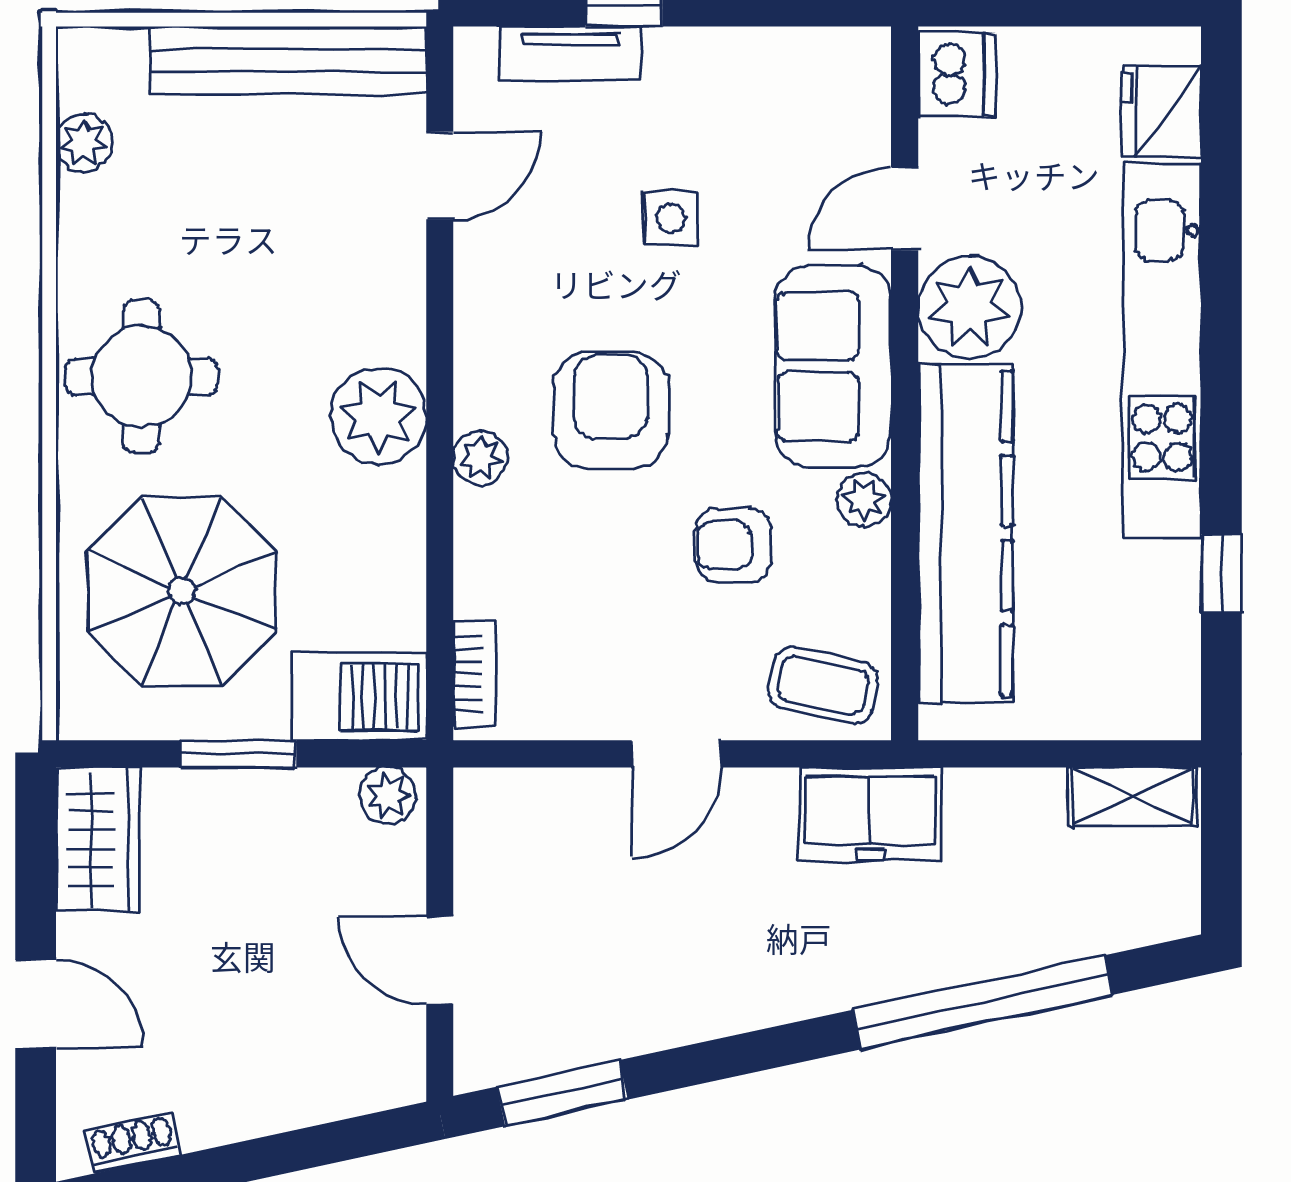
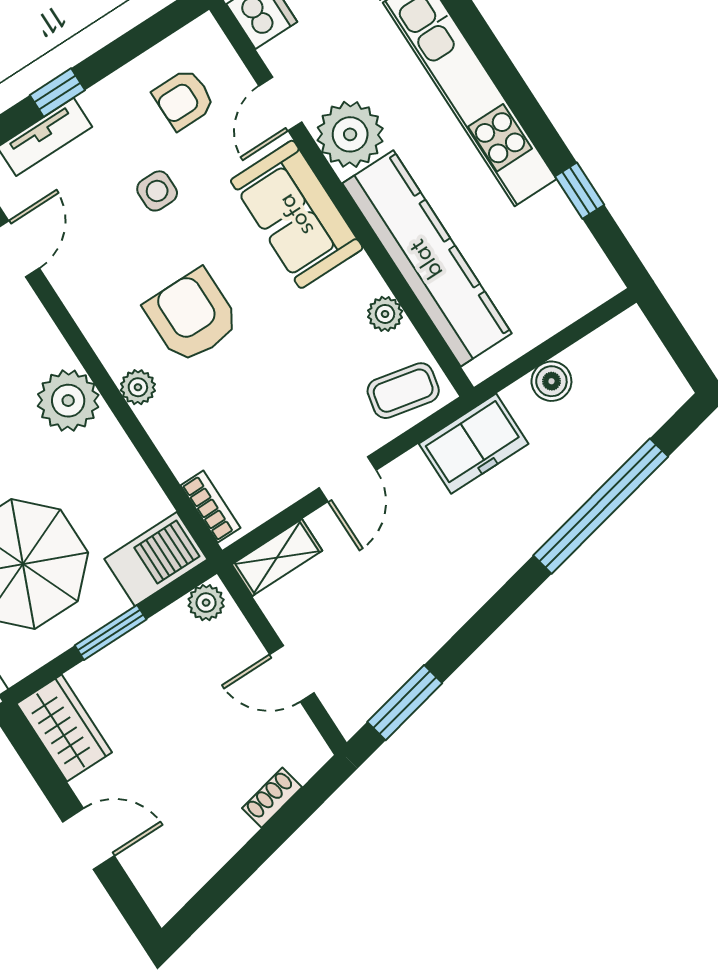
plant: (864, 500) -> (385, 314), moved
armchair: (733, 545) -> (184, 99), moved
shelving: (1132, 797) -> (277, 558), moved
boiler: (1024, 798) -> (551, 381), added
shoe rack: (133, 1143) -> (272, 798), moved

